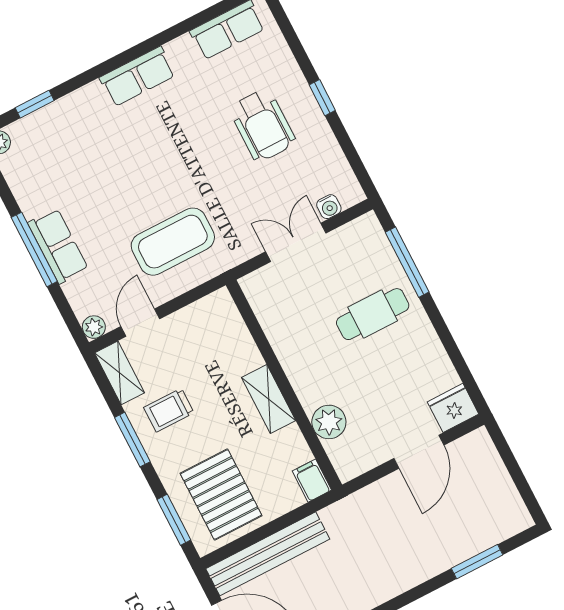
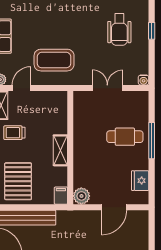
water cooler: (329, 207) -> (144, 80), moved
window: (407, 262) -> (152, 141), moved
fridge: (453, 408) -> (140, 181), moved, turned -90
plant: (329, 422) -> (81, 196), moved

